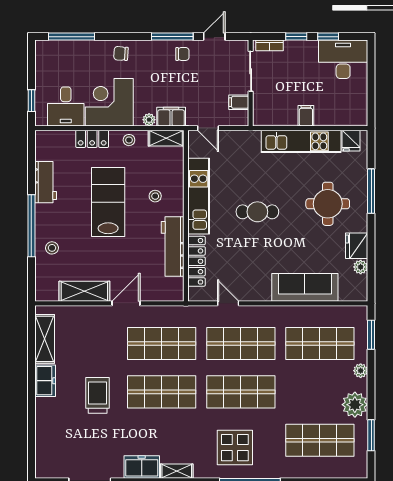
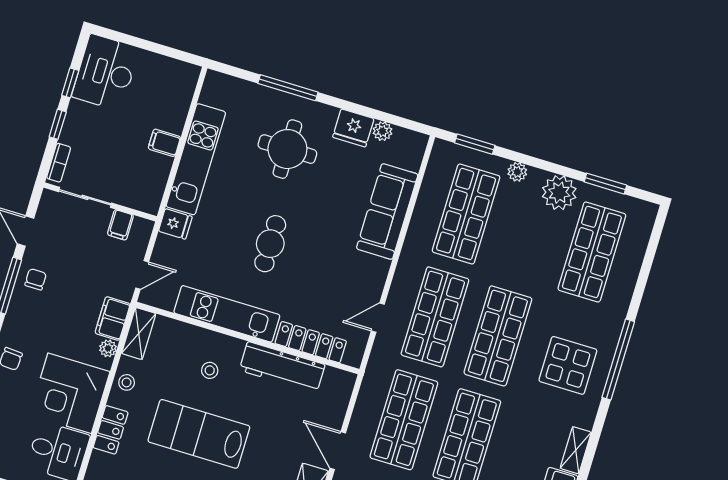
fridge: (351, 141) -> (175, 224), moved

